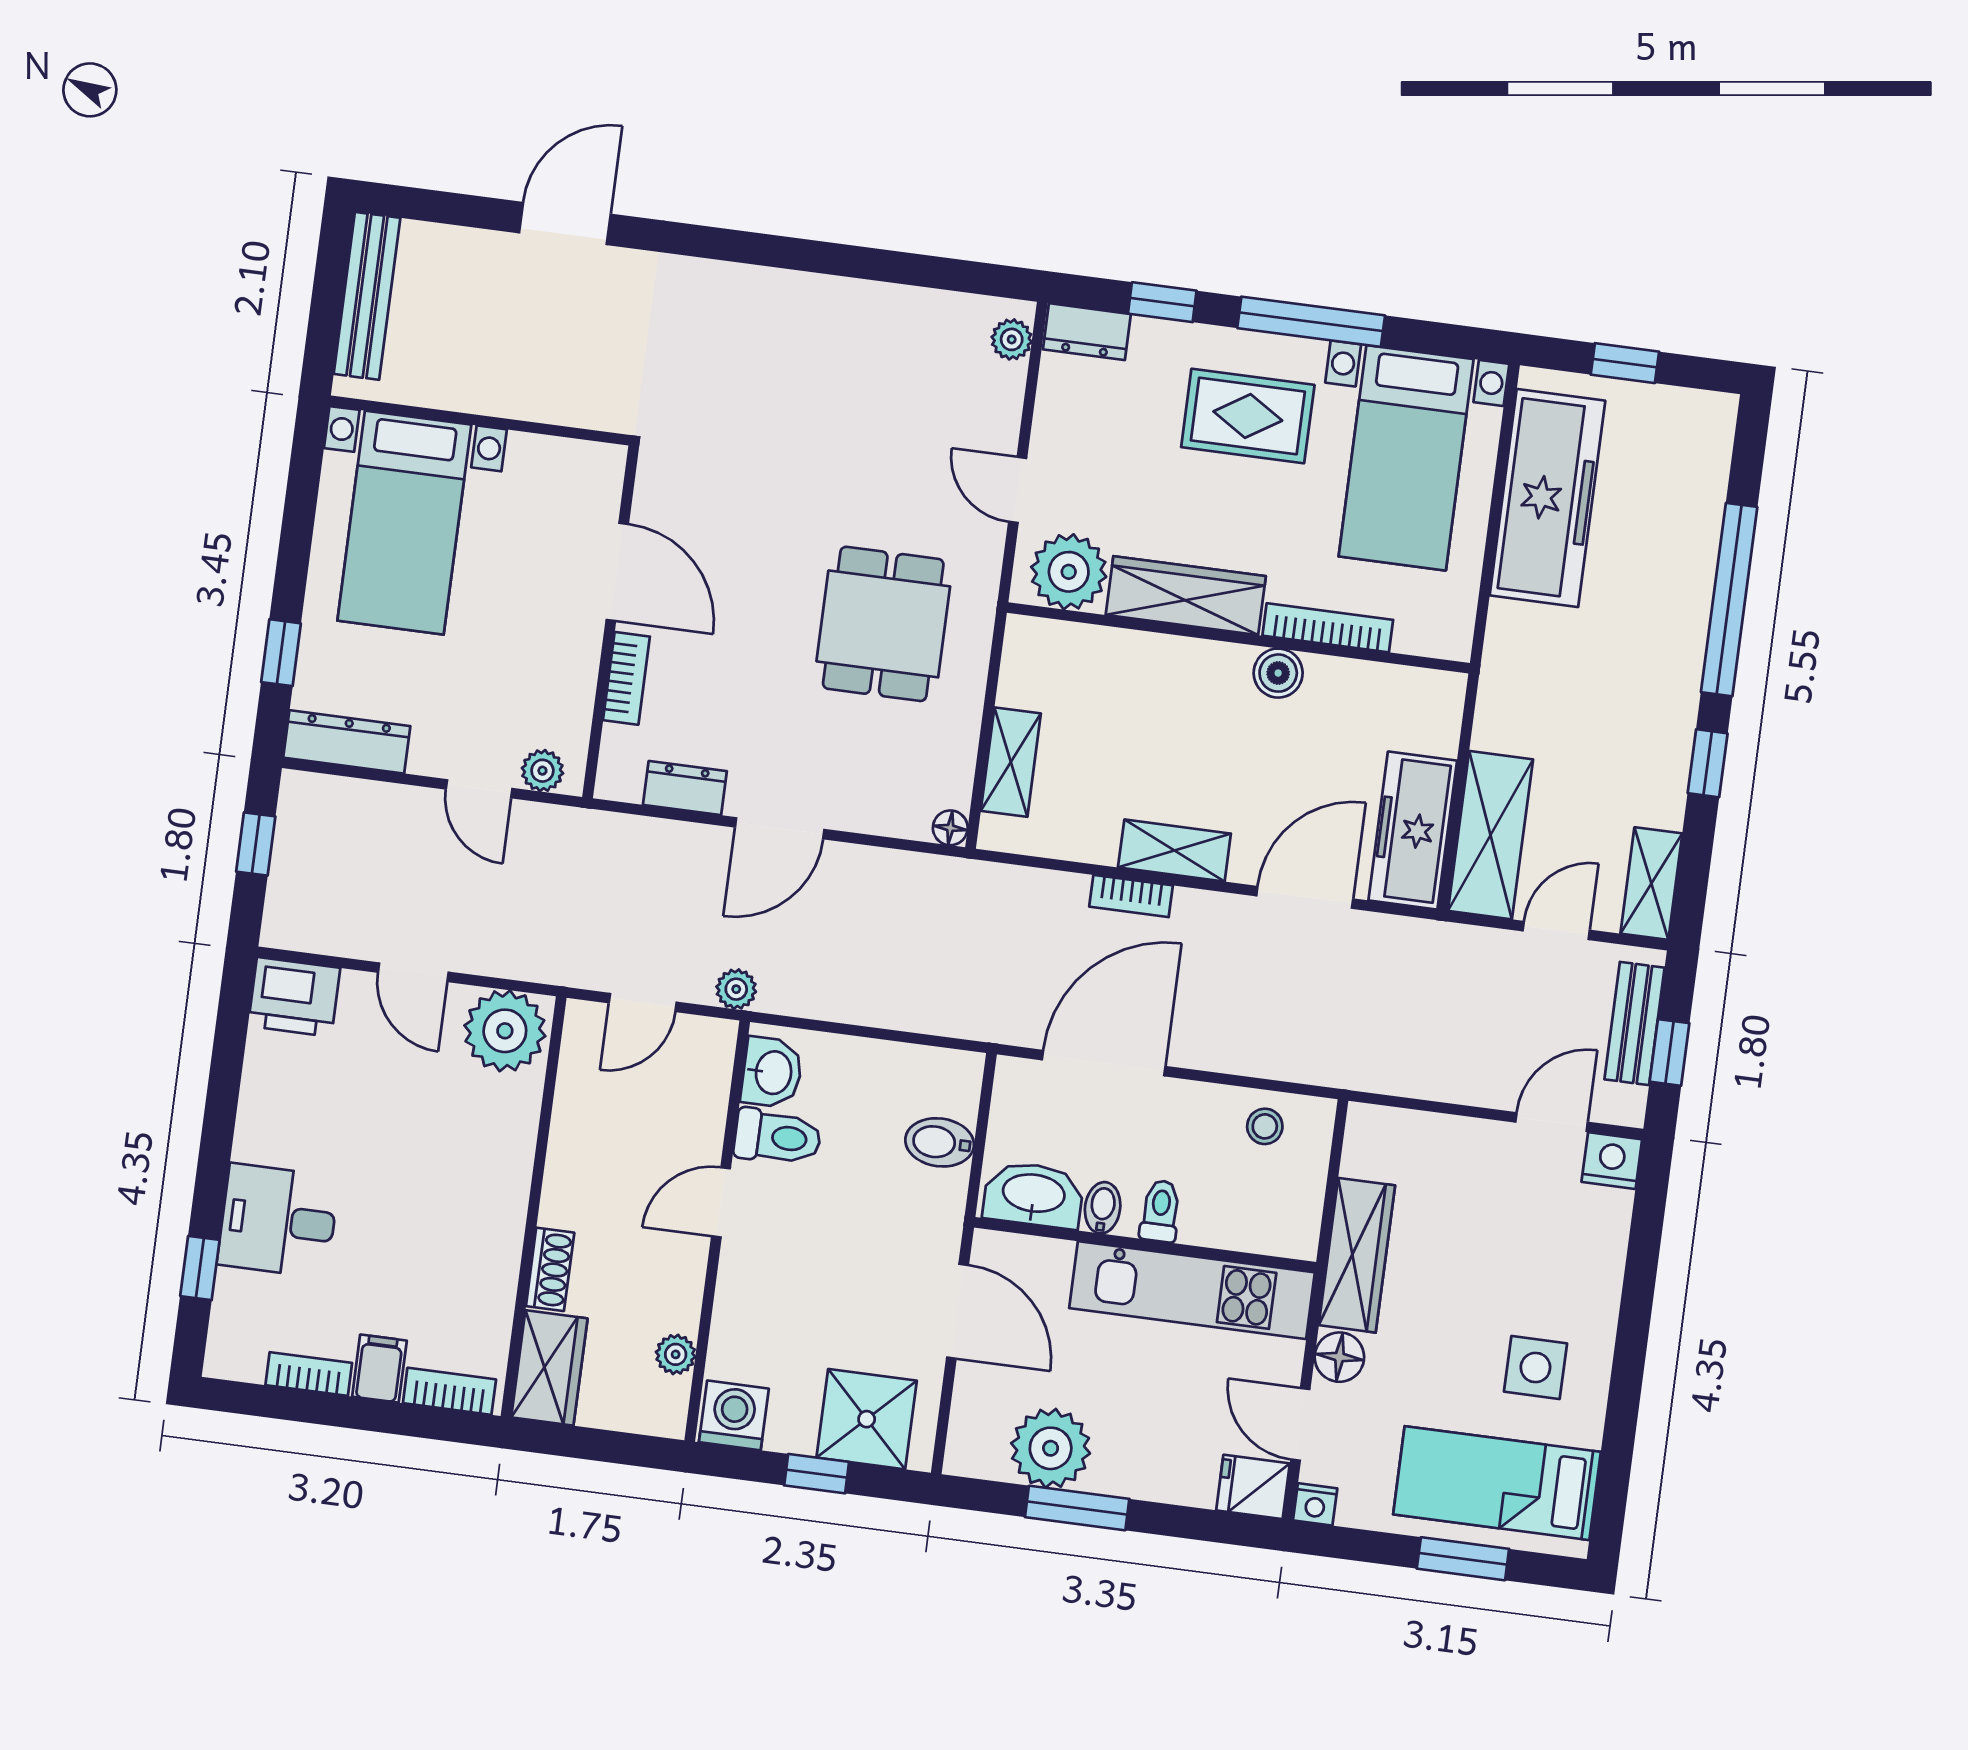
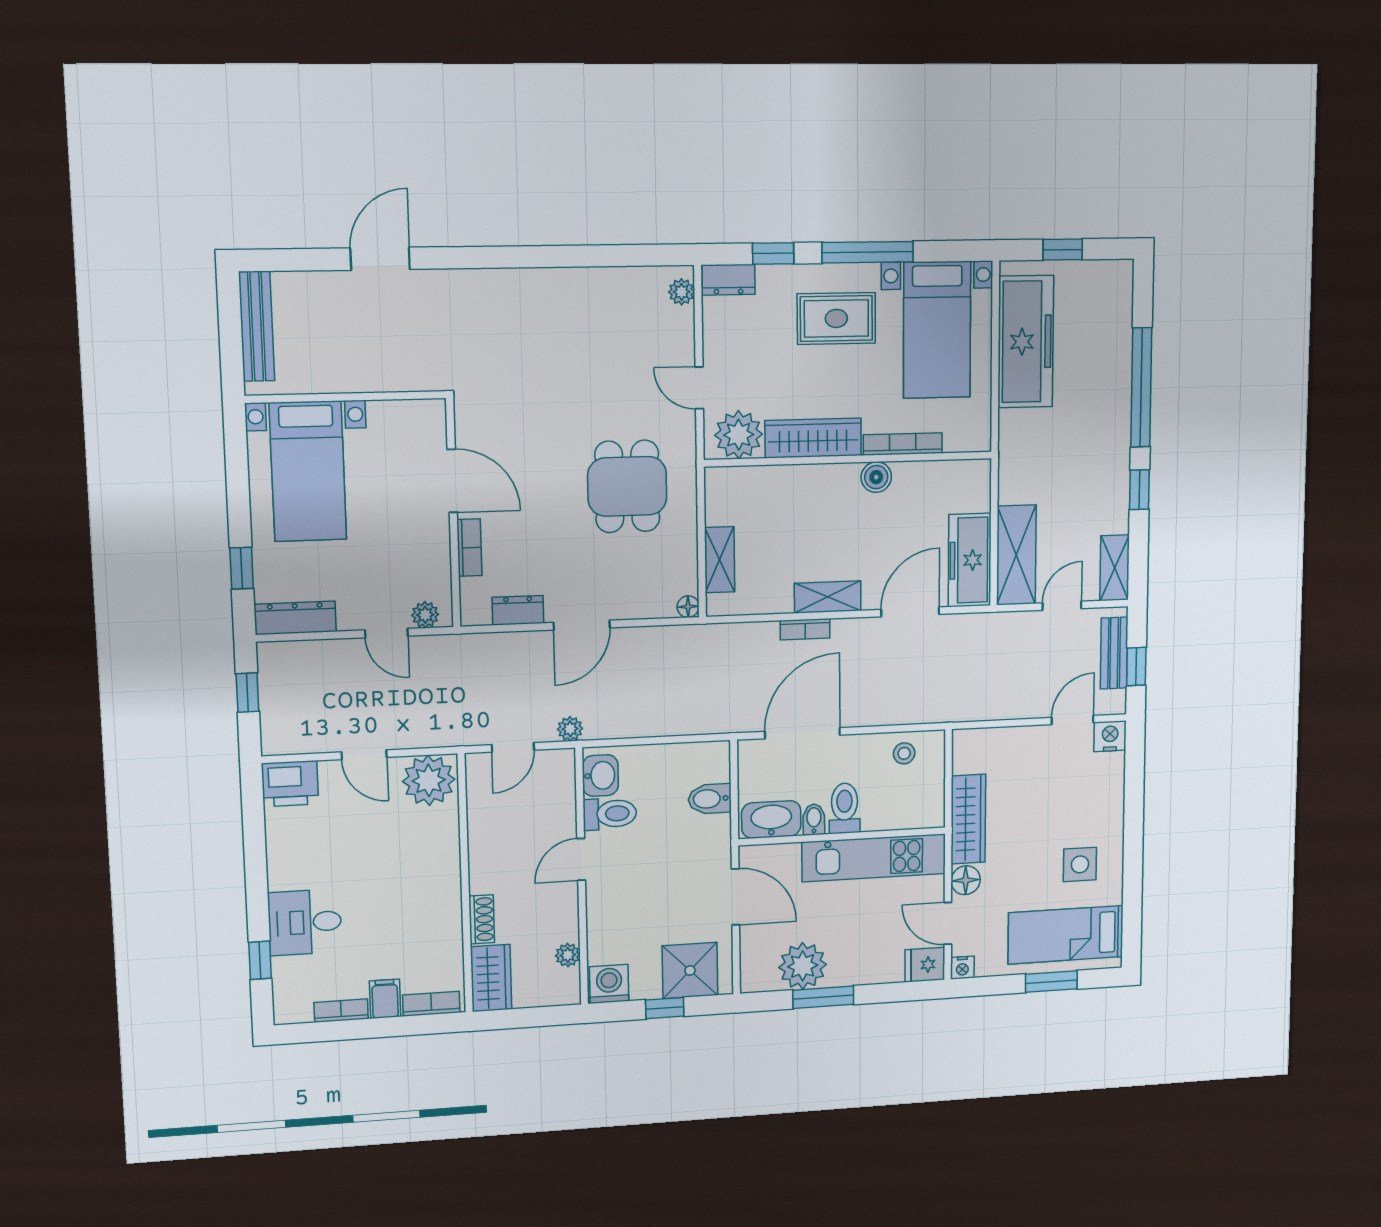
toilet: (1160, 1211) -> (845, 808), width x1.37, depth x1.39

